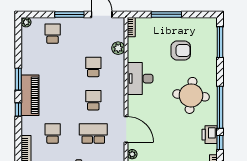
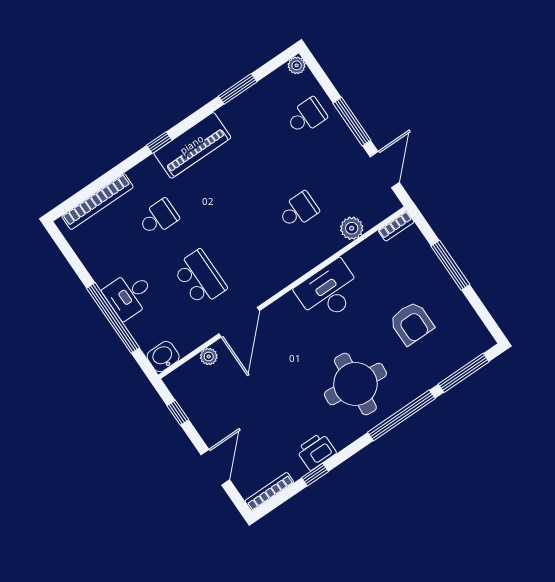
window: (18, 79) -> (238, 89), moved
school desk: (93, 100) -> (249, 244), removed
window: (220, 107) -> (401, 415), moved

